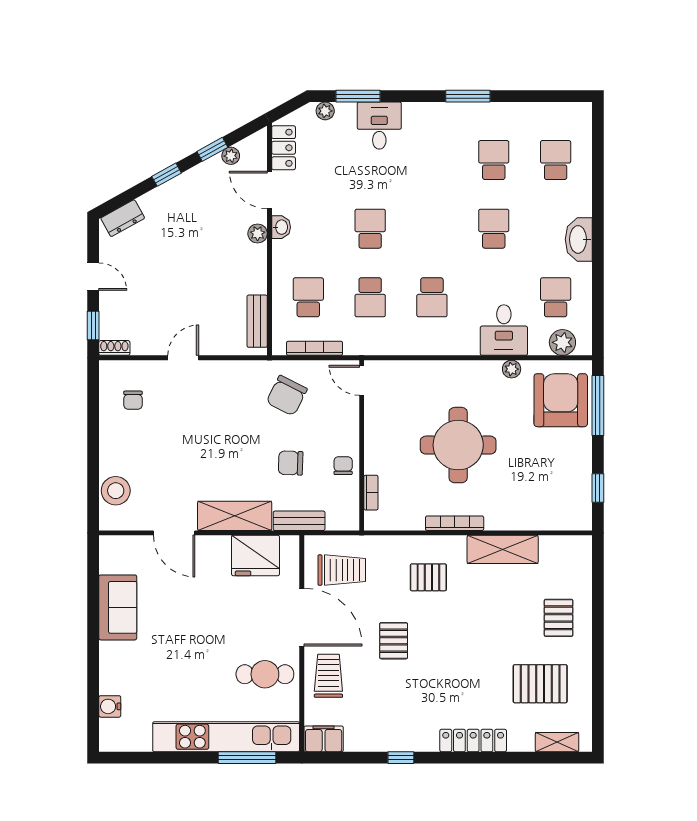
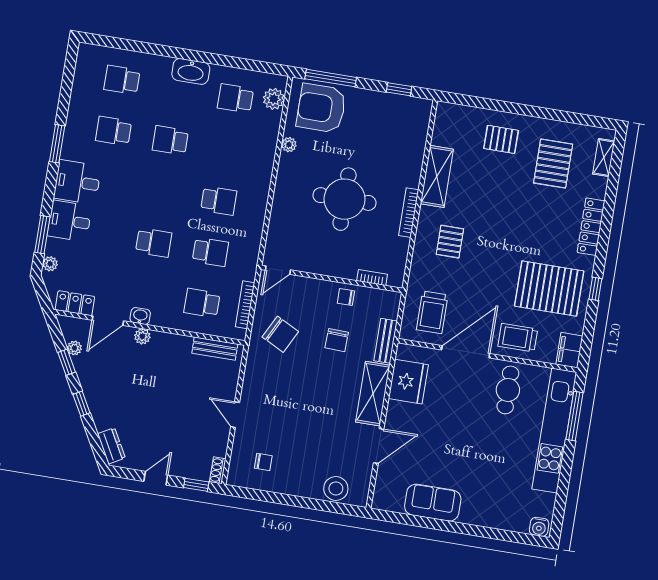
school desk: (370, 229) -> (154, 243), turned 180
desk: (504, 330) -> (77, 182), moved, turned 180
trolley: (342, 570) -> (432, 312), turned 180
pallet: (394, 641) -> (549, 289), moved, width x2.05, depth x2.00
water cooler: (110, 706) -> (539, 527), moved

